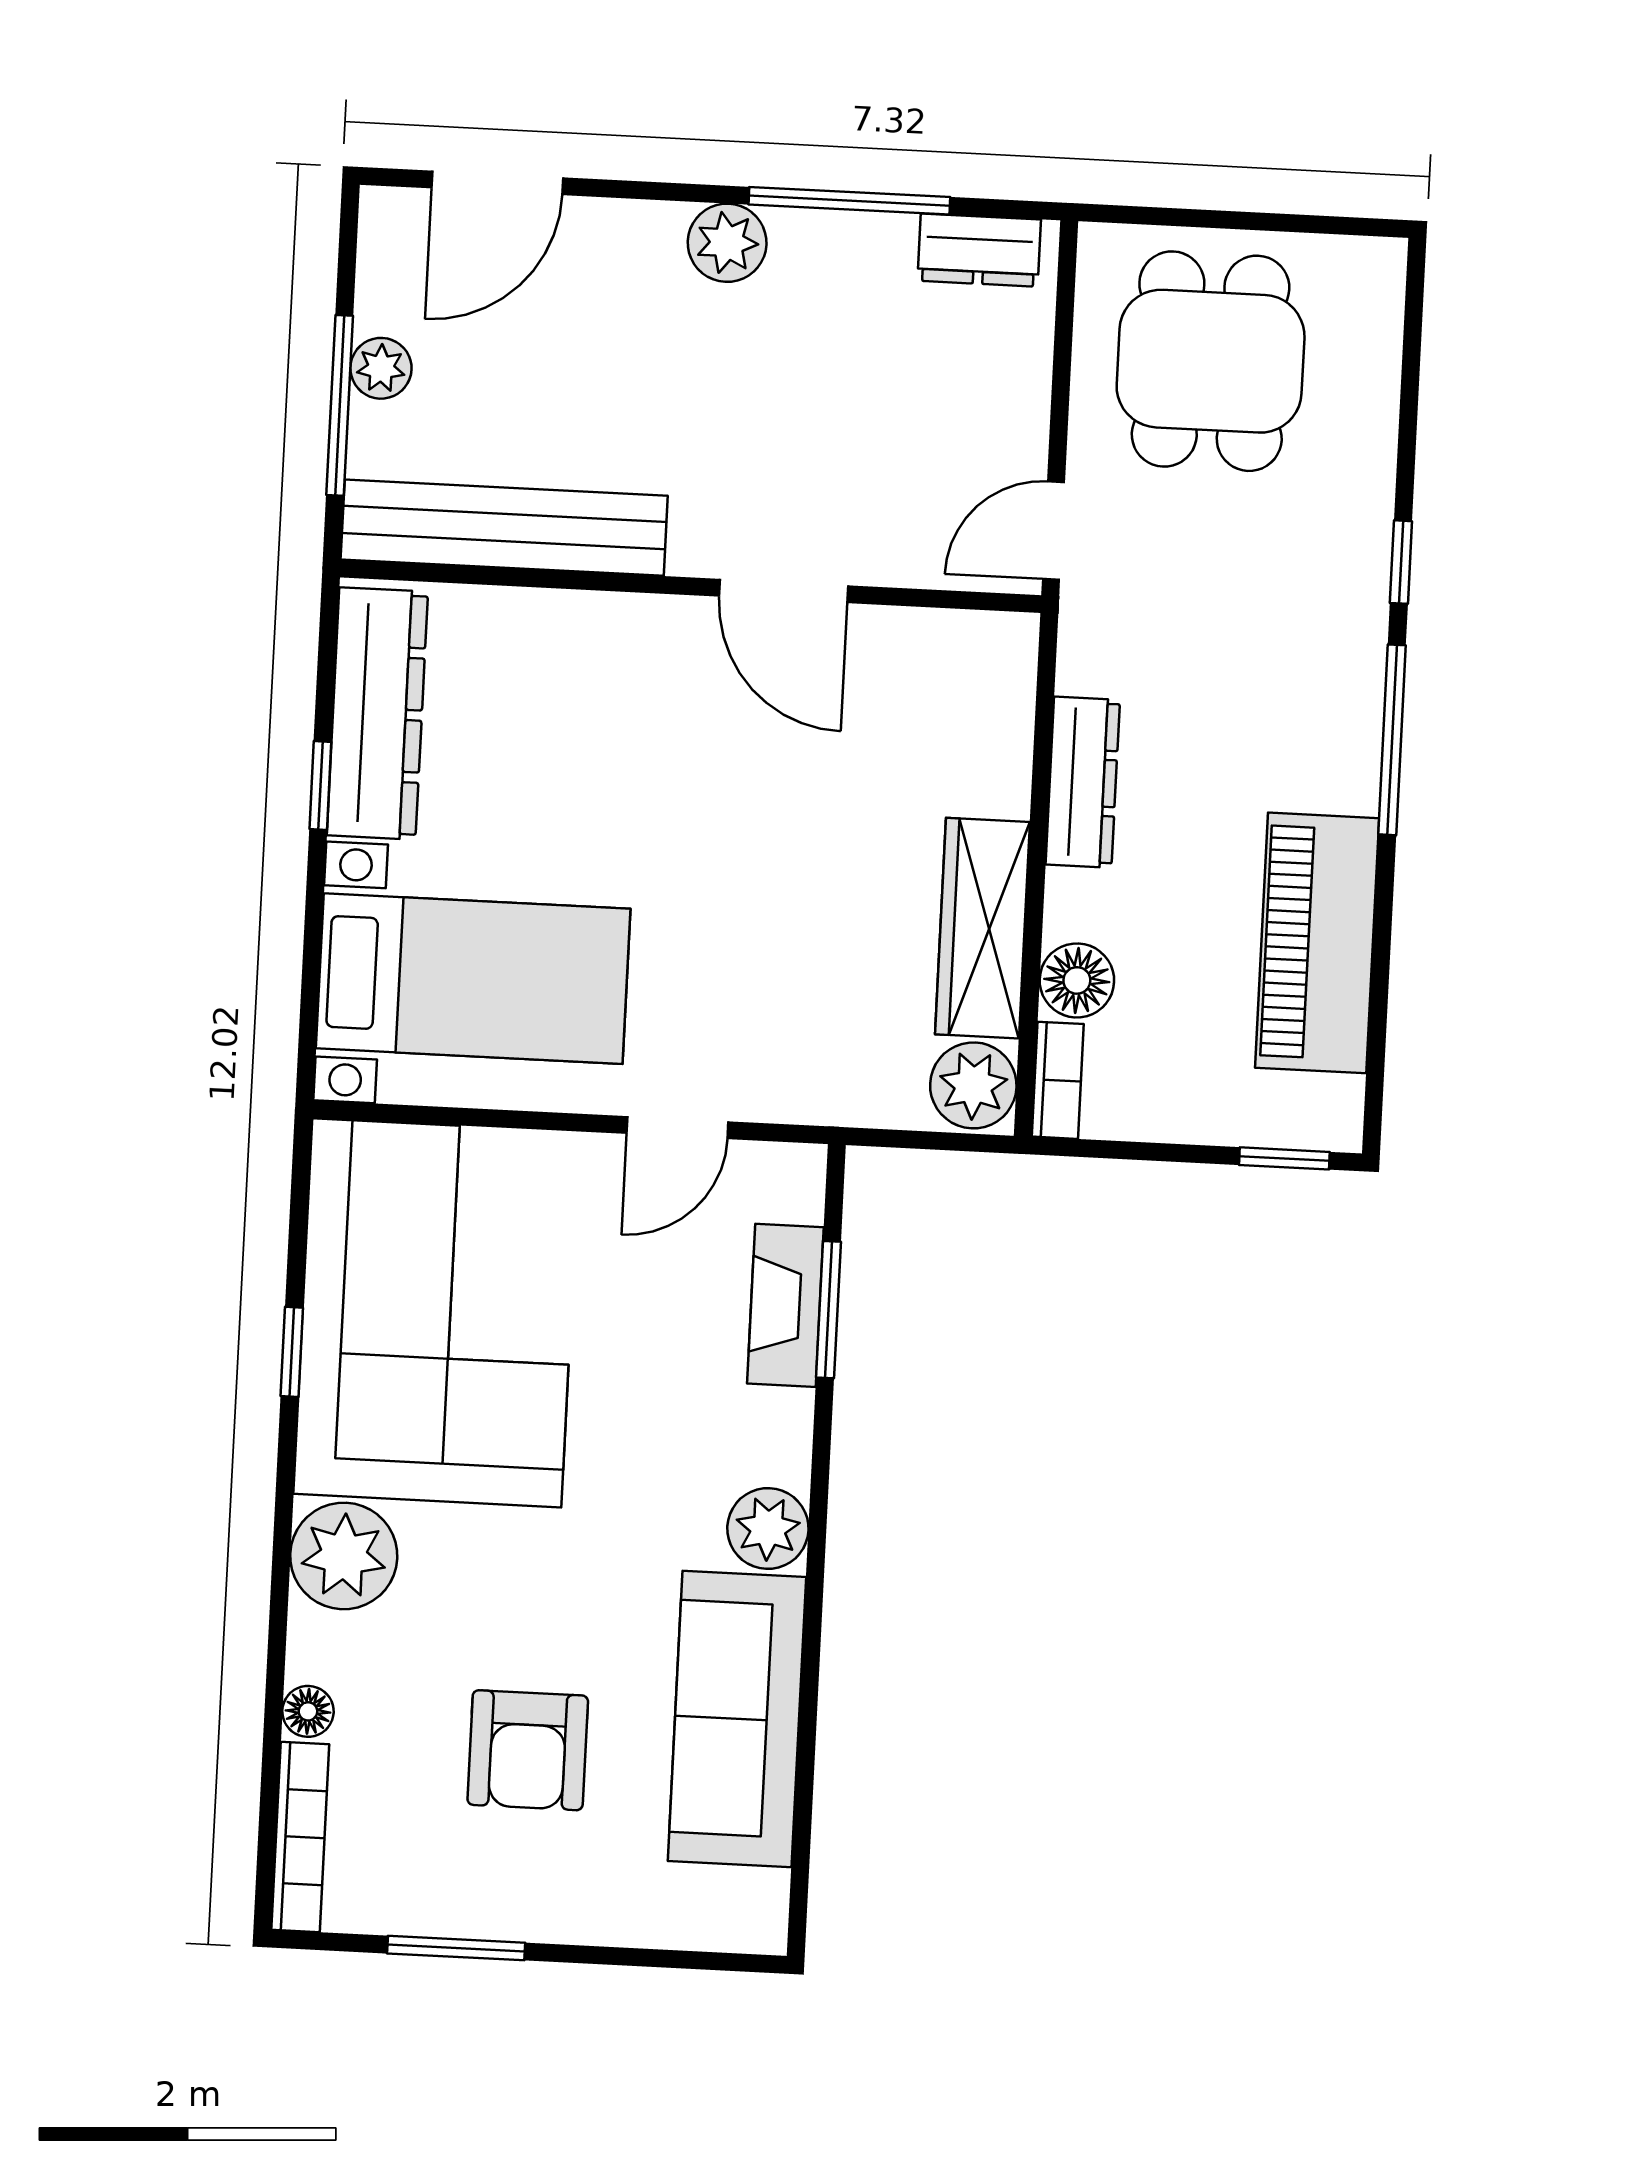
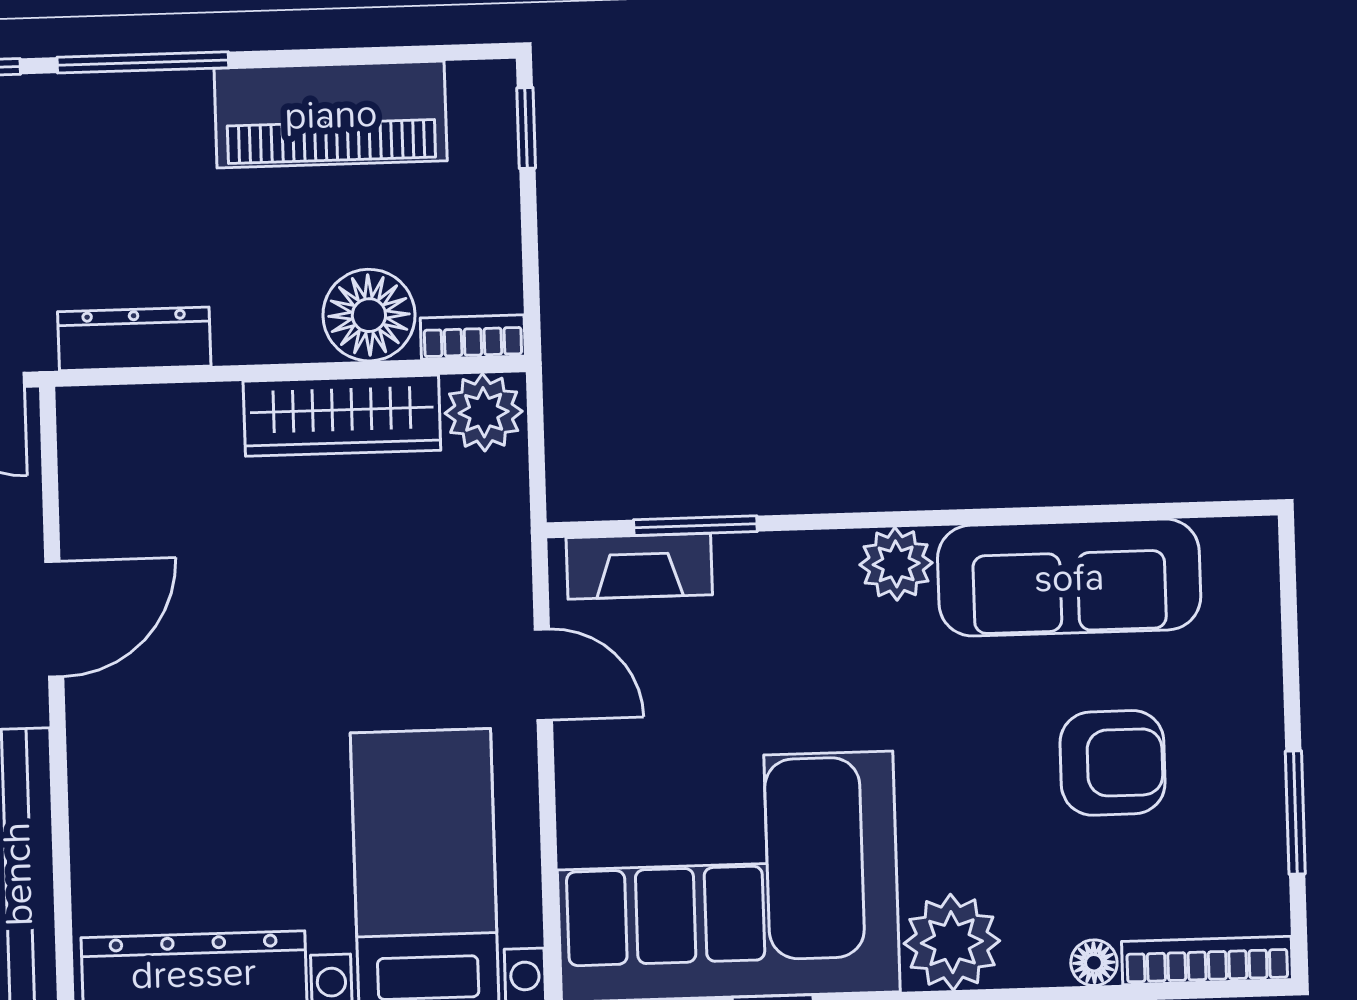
dresser: (1083, 782) -> (134, 339), moved
floor lamp: (1077, 980) -> (369, 315), width x1.38, depth x1.38
fireplace: (785, 1305) -> (639, 566), moved

